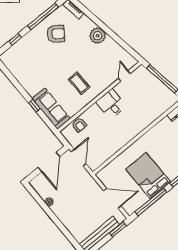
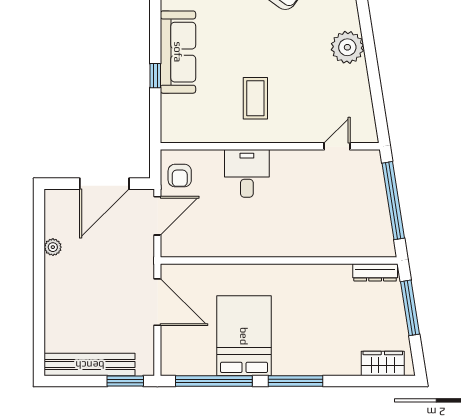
desk: (111, 104) -> (247, 173), moved
sofa: (51, 109) -> (178, 52), moved
armchair: (79, 125) -> (180, 175), moved
door: (112, 198) -> (157, 302), moved

